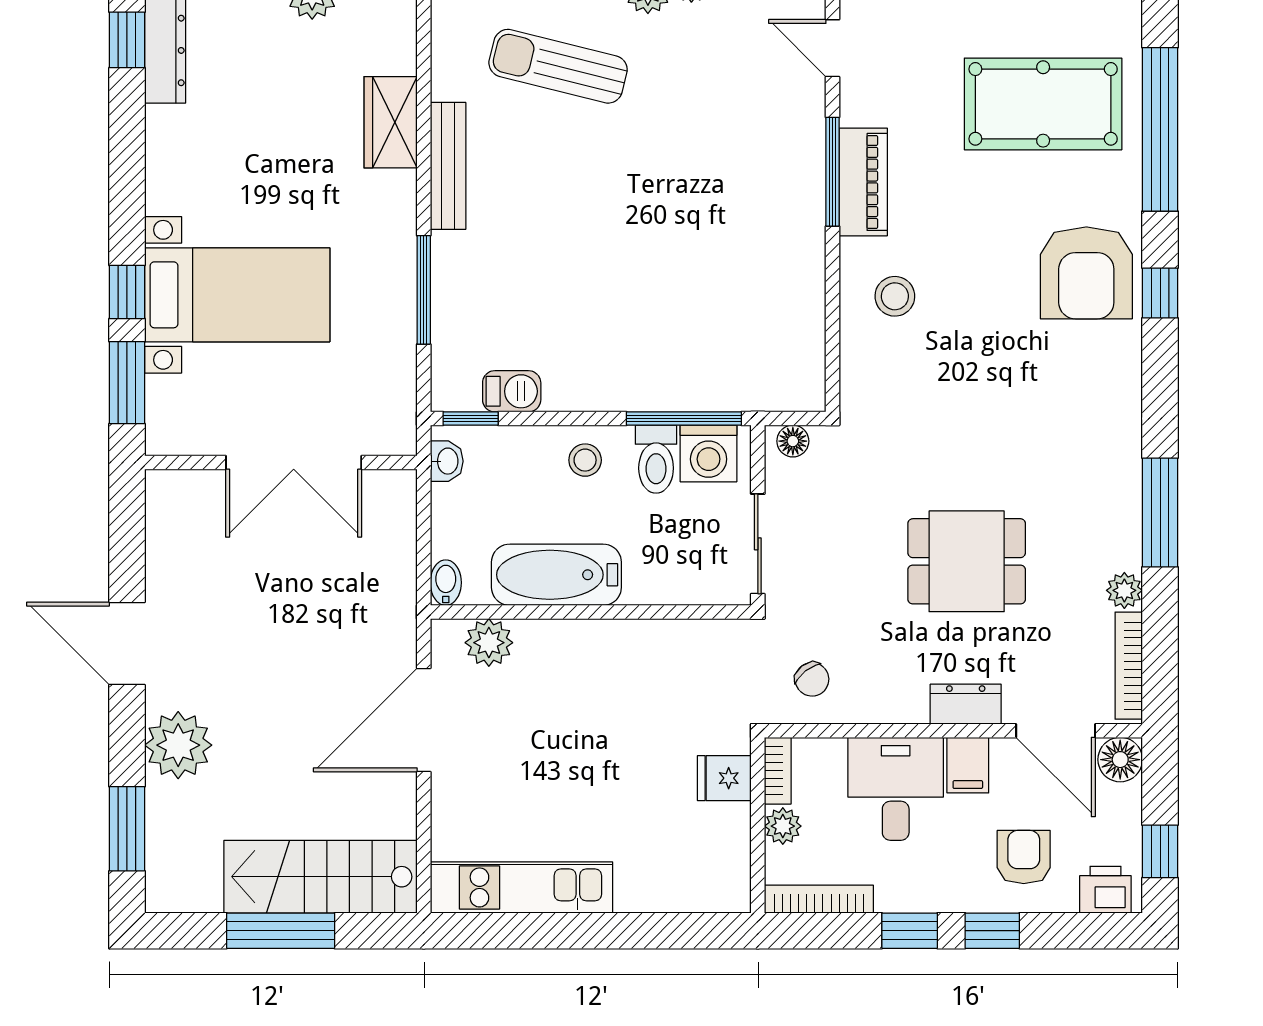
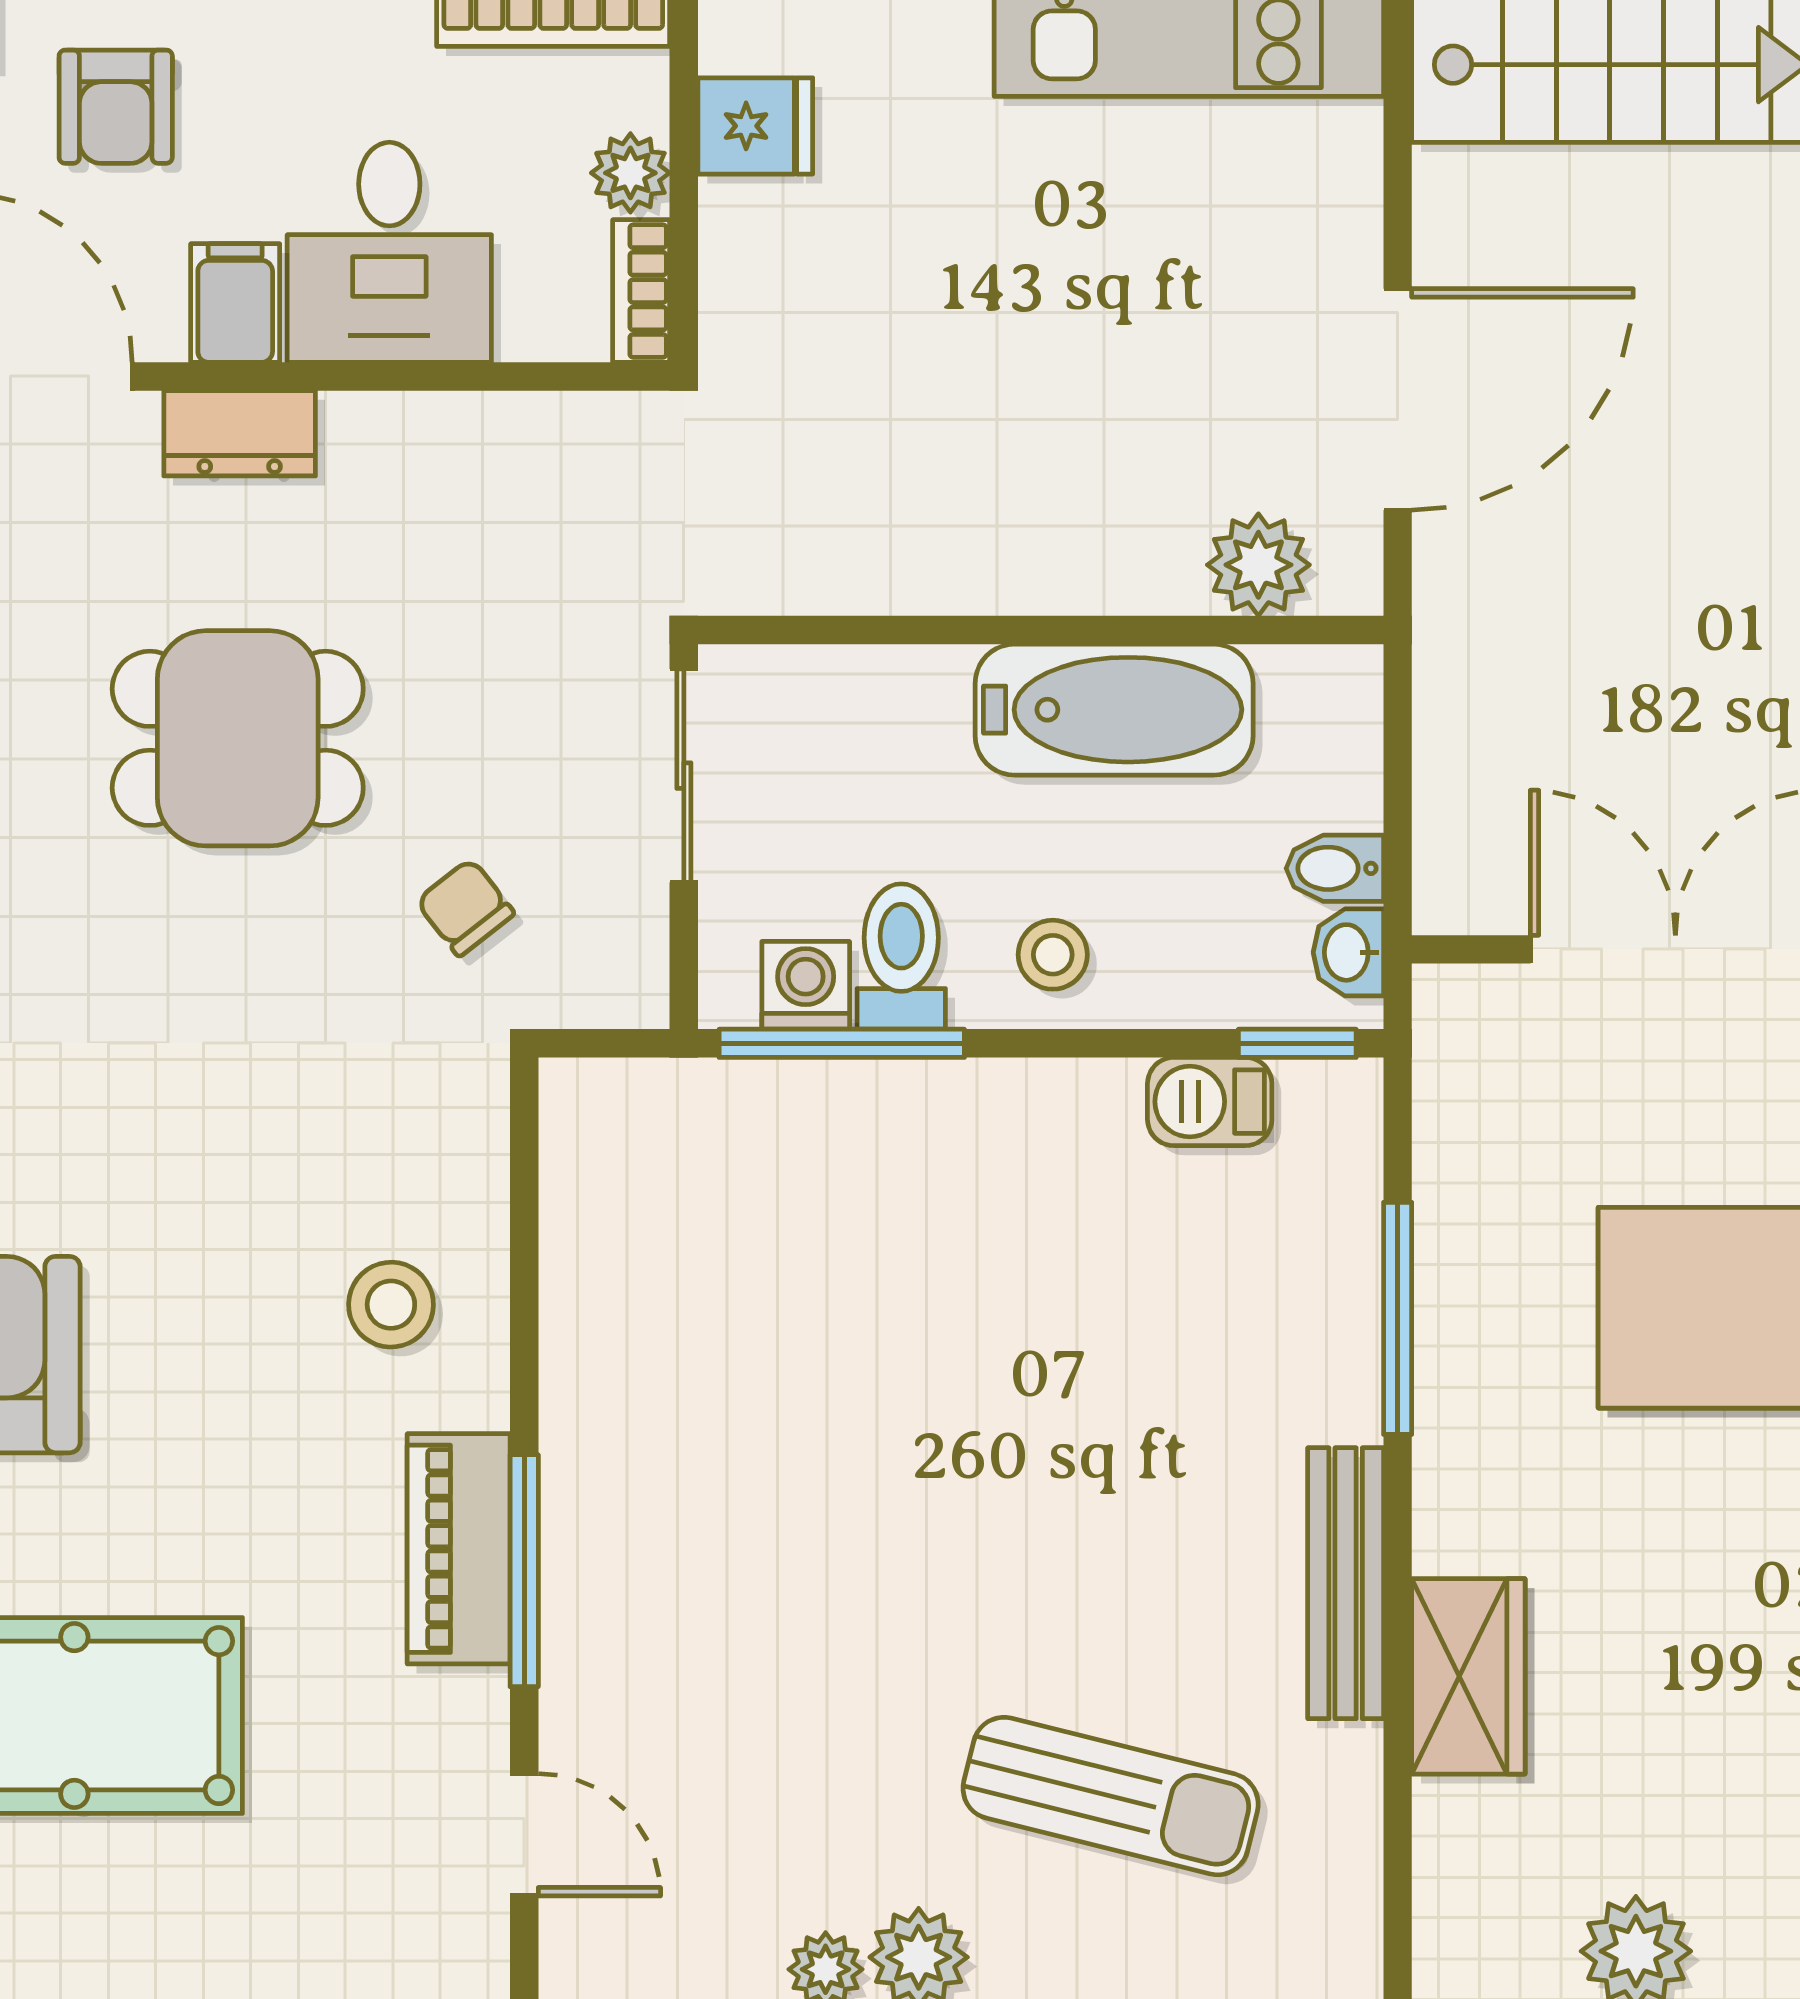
floor lamp: (793, 441) -> (609, 995), removed
washing machine: (709, 453) -> (806, 985), width x0.73, depth x0.73
bidet: (446, 583) -> (1335, 868), moved, turned 90
chair: (812, 679) -> (465, 907), moved
fridge: (724, 778) -> (755, 126), moved

